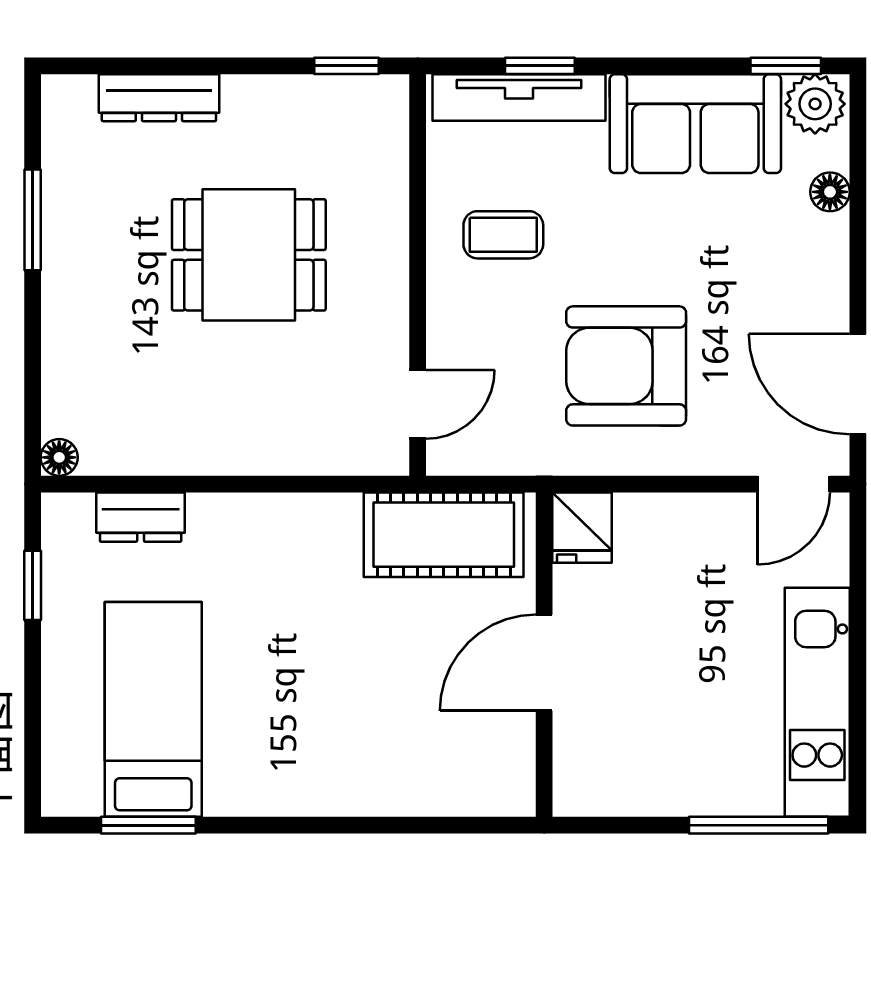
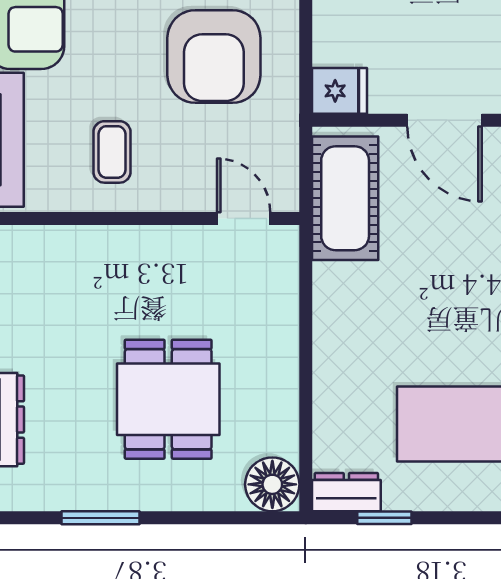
dining table: (249, 255) -> (168, 399), moved
floor lamp: (59, 457) -> (272, 484), width x1.89, depth x1.89
dresser: (141, 517) -> (346, 492), moved, turned -90

